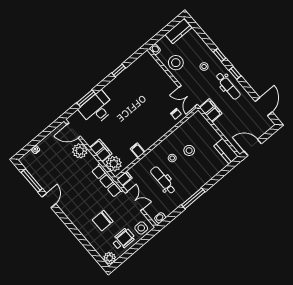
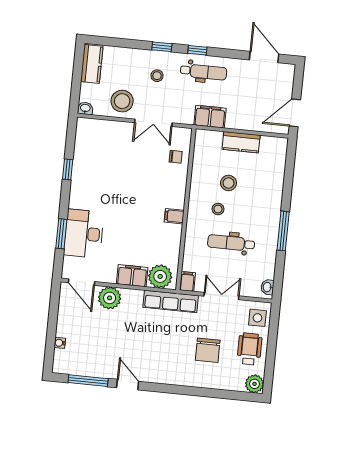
double door: (188, 96) -> (153, 123), moved
door: (74, 130) -> (81, 282), hinge flipped
filing cabinet: (138, 150) -> (174, 216), moved
kitchen counter: (226, 151) -> (241, 142), moved

